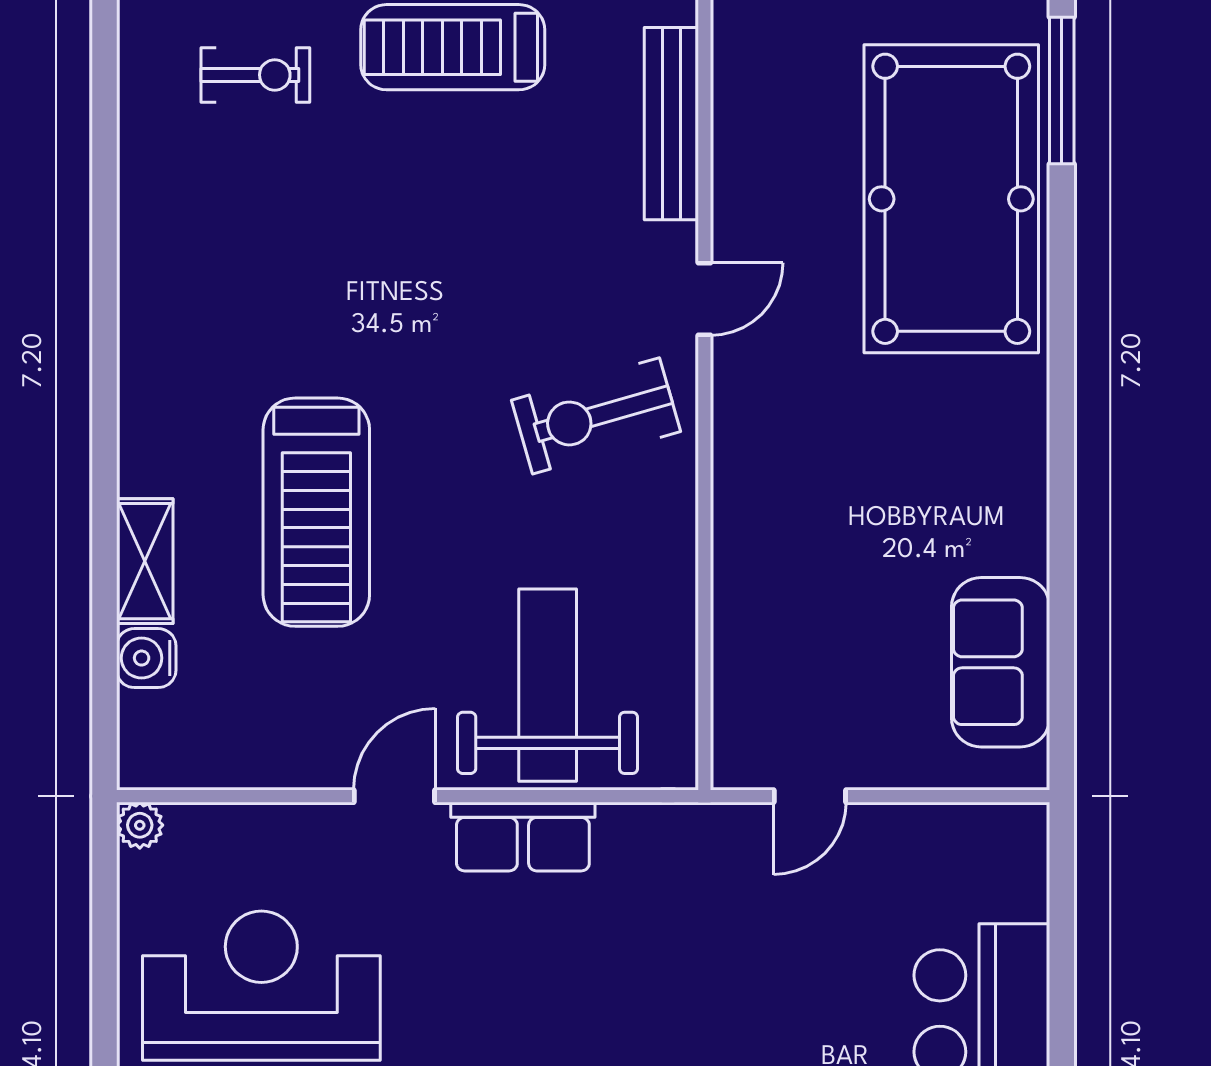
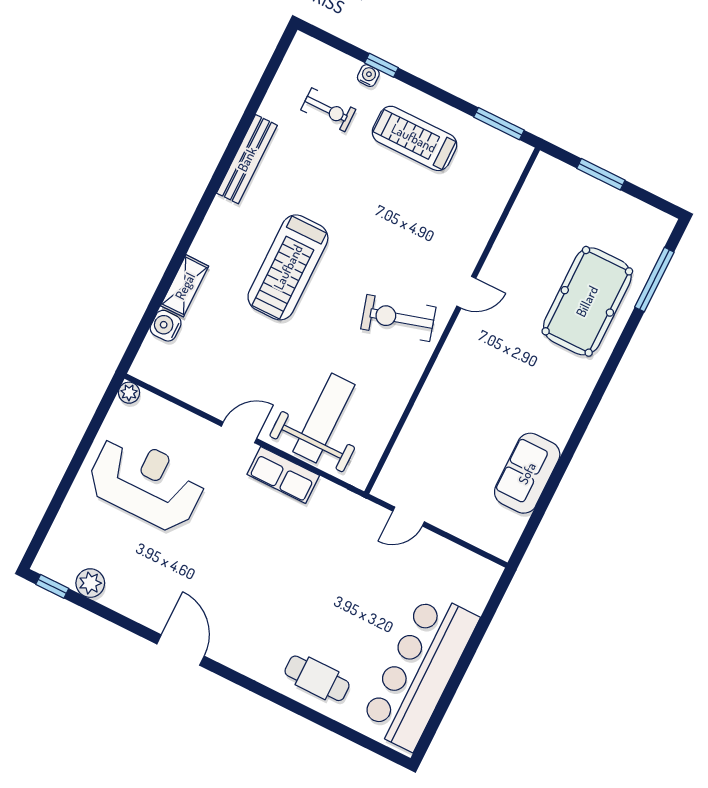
bench: (671, 124) -> (247, 159), moved
pool table: (951, 199) -> (587, 301), width x0.73, depth x0.76
treadmill: (316, 512) -> (288, 267), moved
sofa: (1001, 662) -> (527, 473), moved

